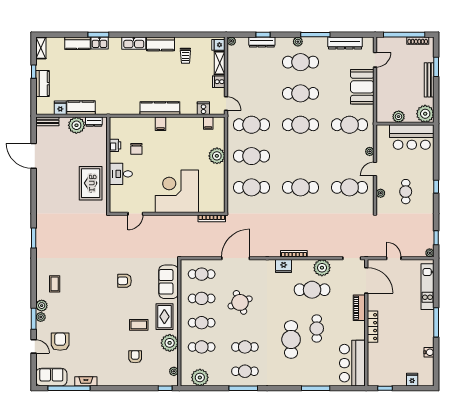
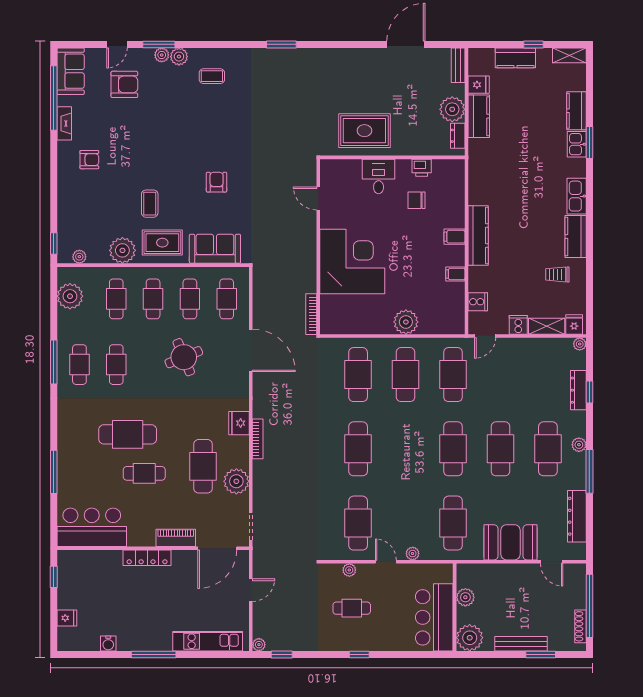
filing cabinet: (208, 123) -> (455, 274), moved
armchair: (135, 357) -> (89, 160), moved

